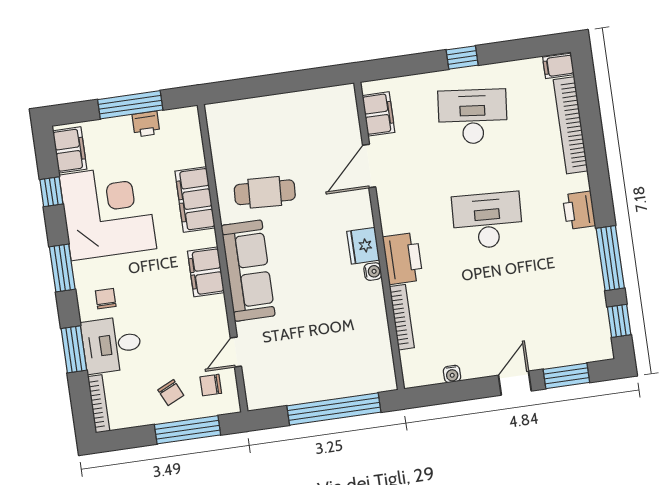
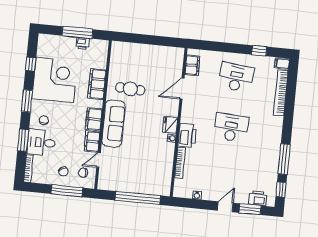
window: (462, 58) -> (259, 51), moved
filing cabinet: (70, 150) -> (92, 142), moved, turned 180
printer: (579, 210) -> (258, 198), moved, turned 90

